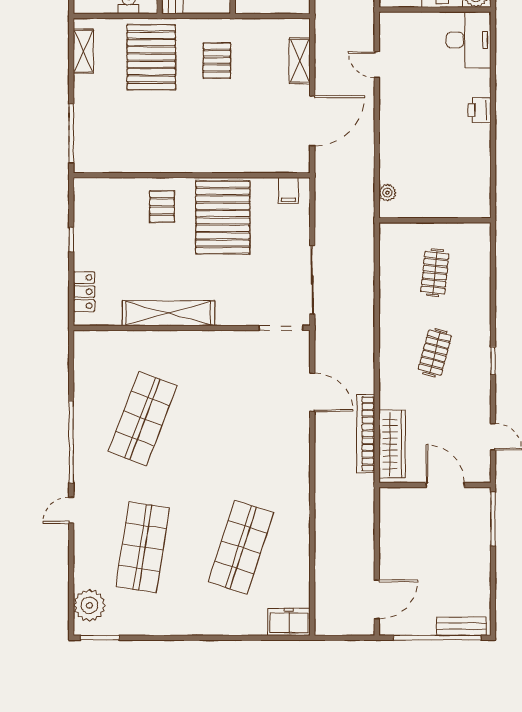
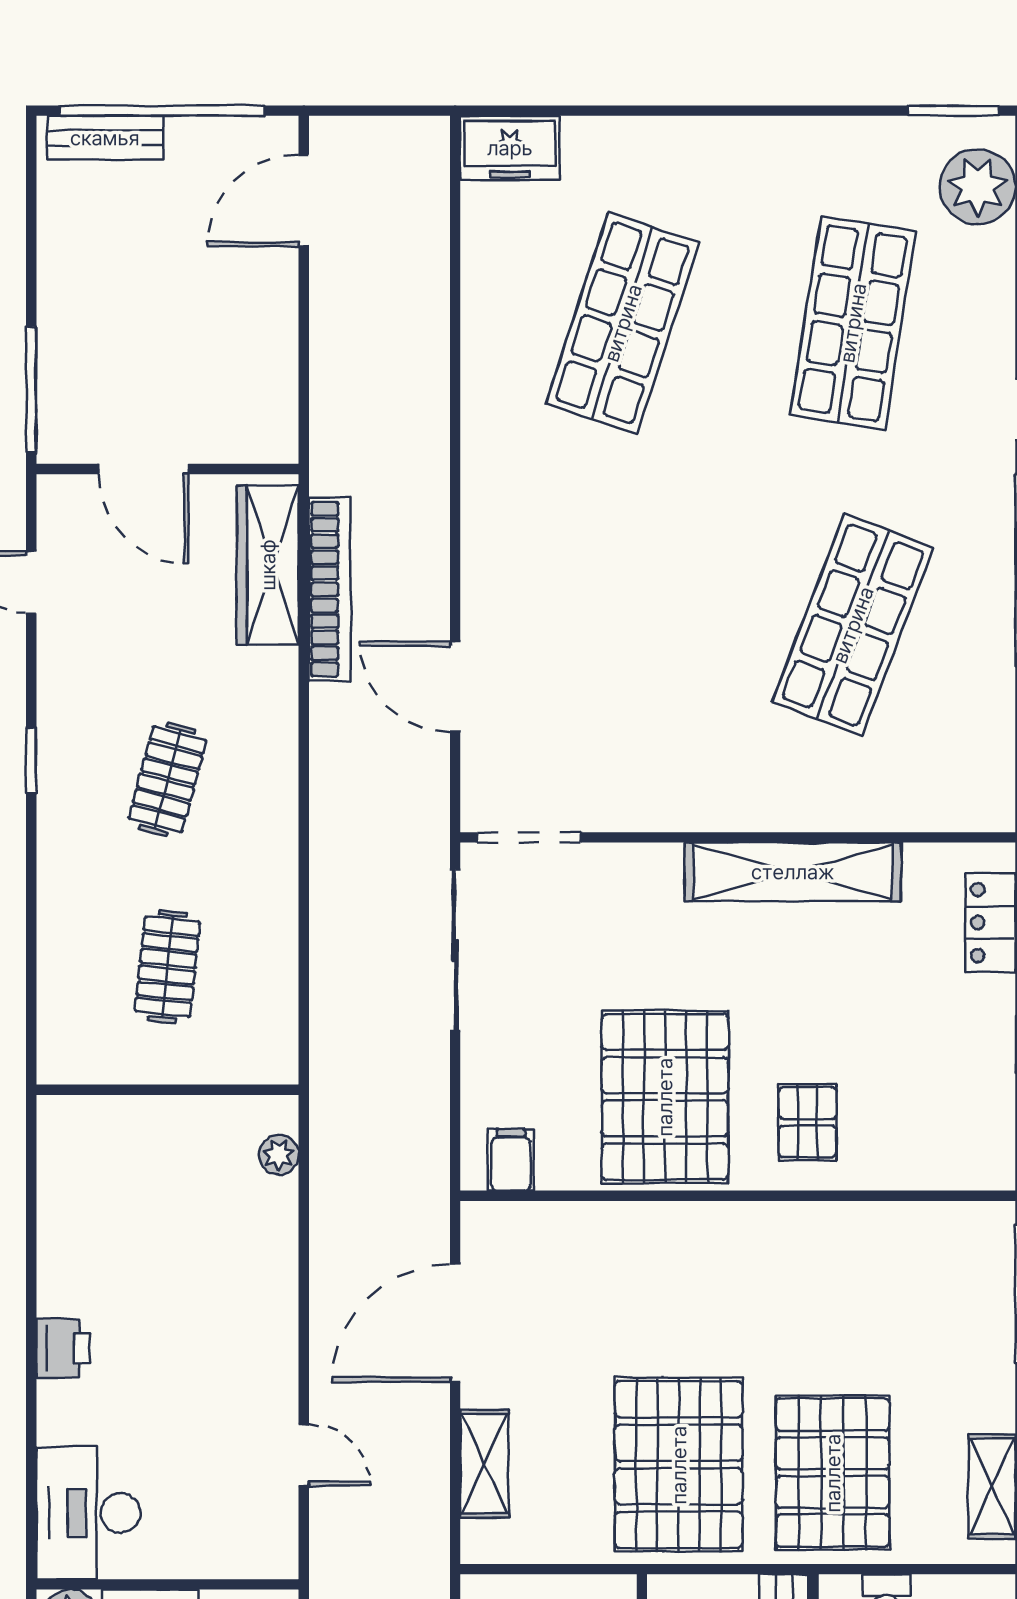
pallet: (217, 61) -> (679, 1465), width x2.05, depth x2.00

